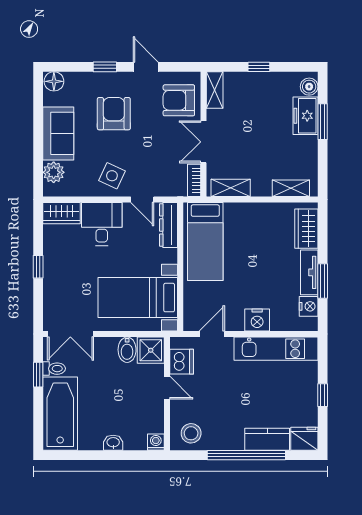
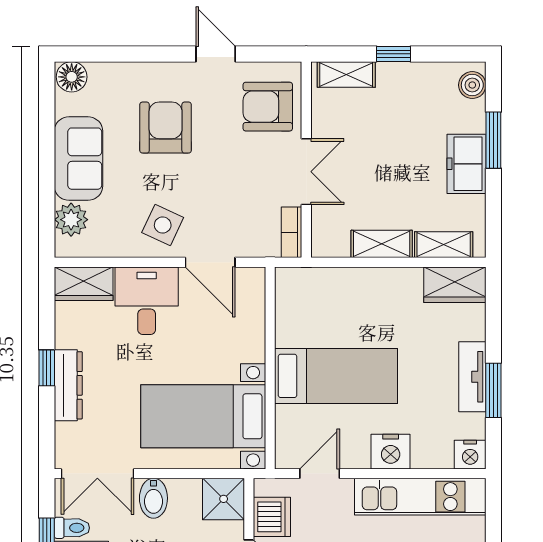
window: (105, 67) -> (152, 54), removed
shelving: (215, 90) -> (346, 75), moved, turned 90
freezer: (305, 116) -> (467, 164), moved
double door: (203, 142) -> (306, 172), swing flipped
shelving: (231, 188) -> (382, 244), moved
door: (142, 199) -> (210, 262), width x1.38
dresser: (169, 225) -> (68, 385), moved, turned 180
wardrobe: (306, 229) -> (455, 285), moved, turned -90
bed: (205, 241) -> (336, 376), moved, turned -90
nightstand: (309, 306) -> (470, 455), moved, turned 90
bidet: (127, 350) -> (153, 498), moved

